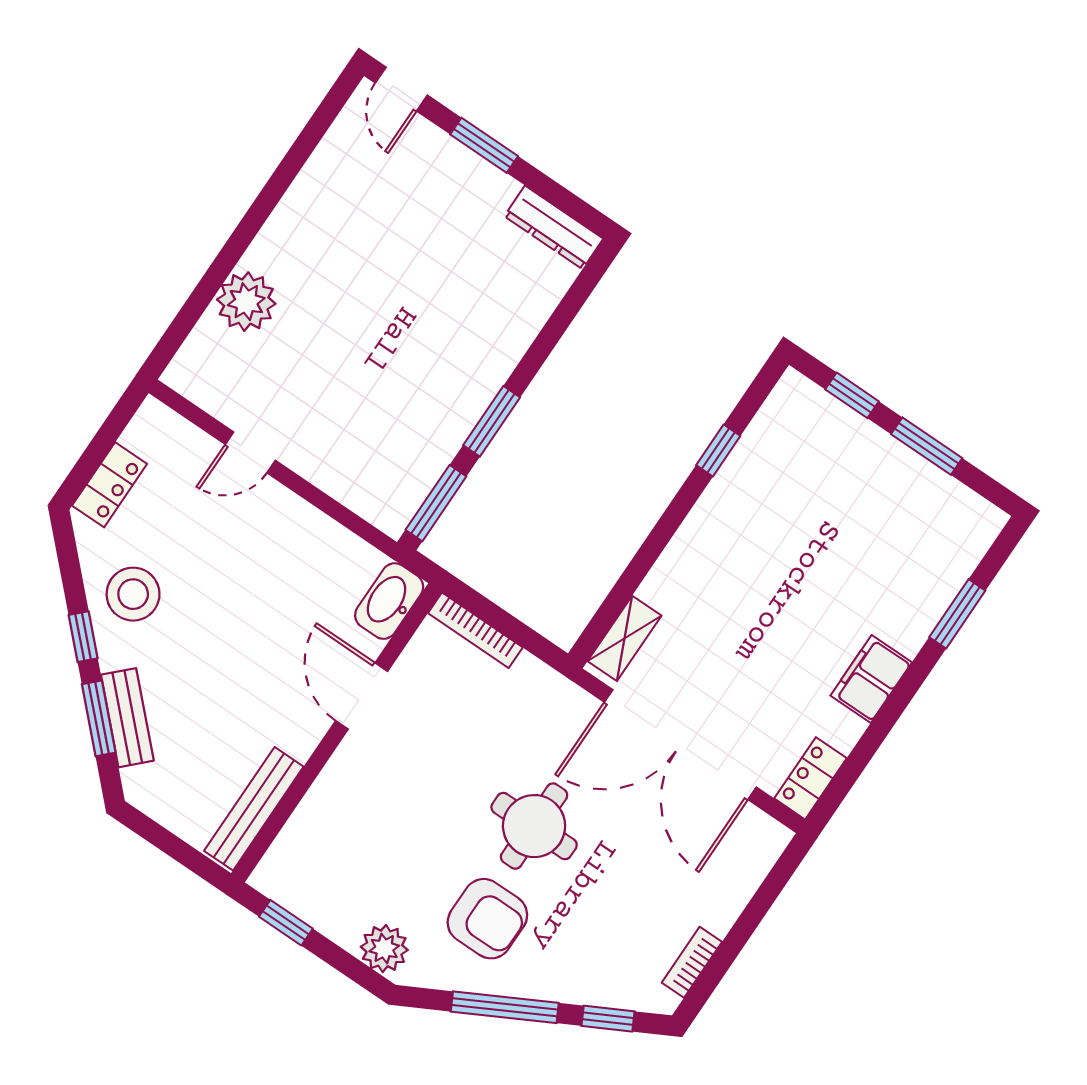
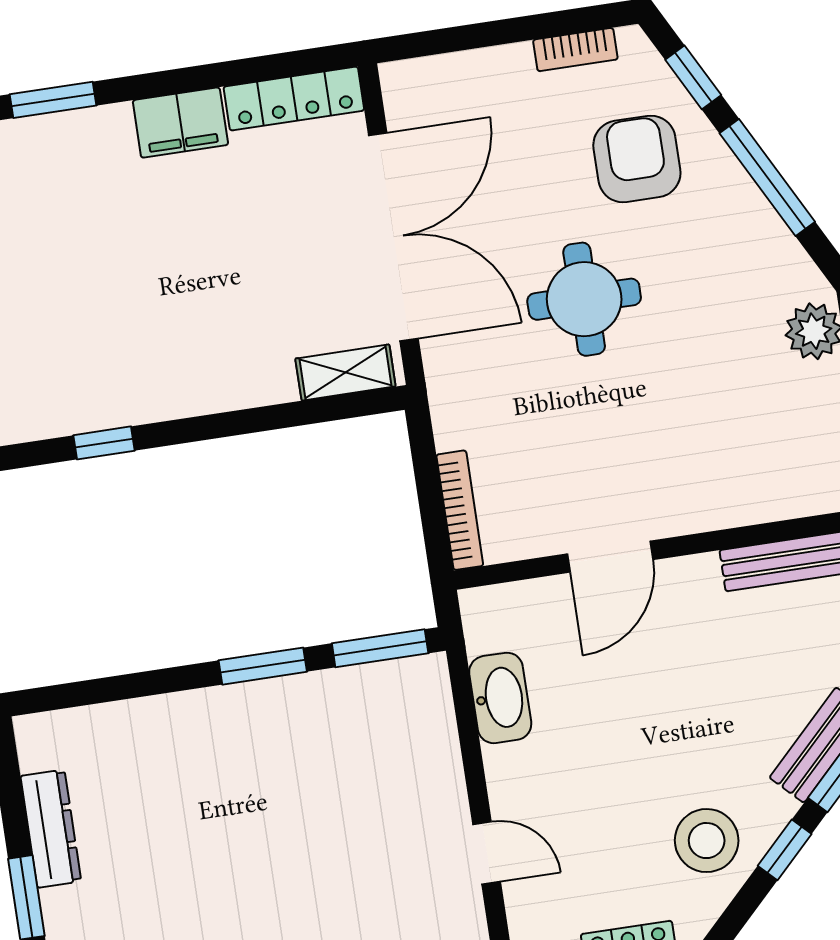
dresser: (554, 227) -> (51, 829), moved
washbasin: (389, 601) -> (500, 698), moved, turned -90
locker: (811, 778) -> (294, 99), width x1.53
armchair: (487, 919) -> (637, 159), moved

